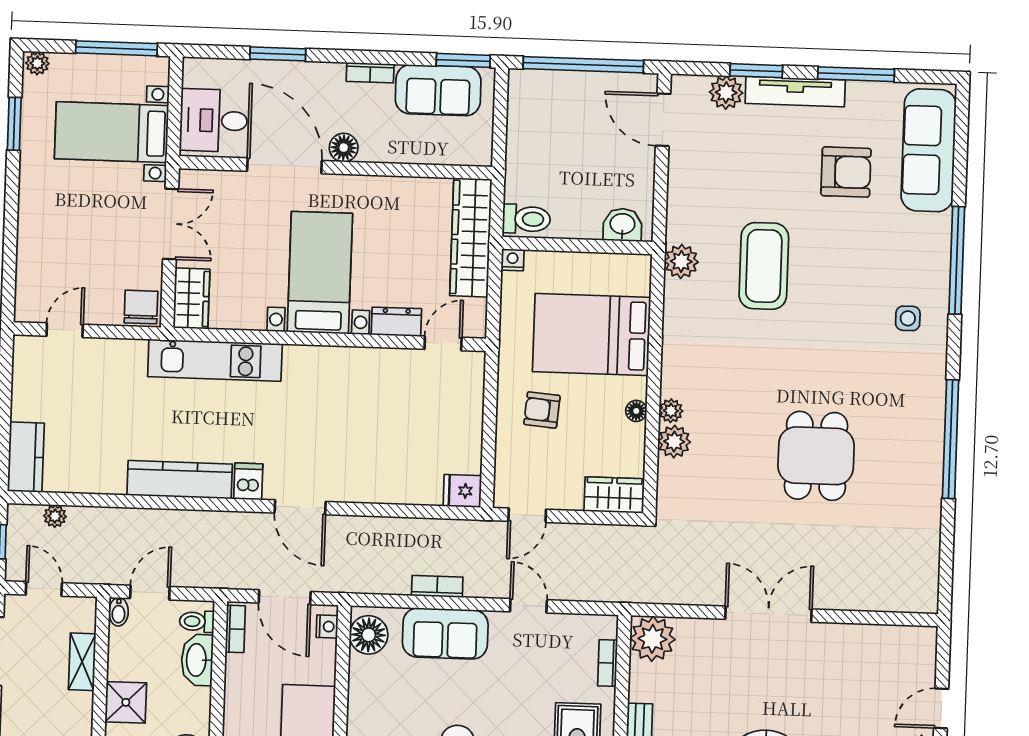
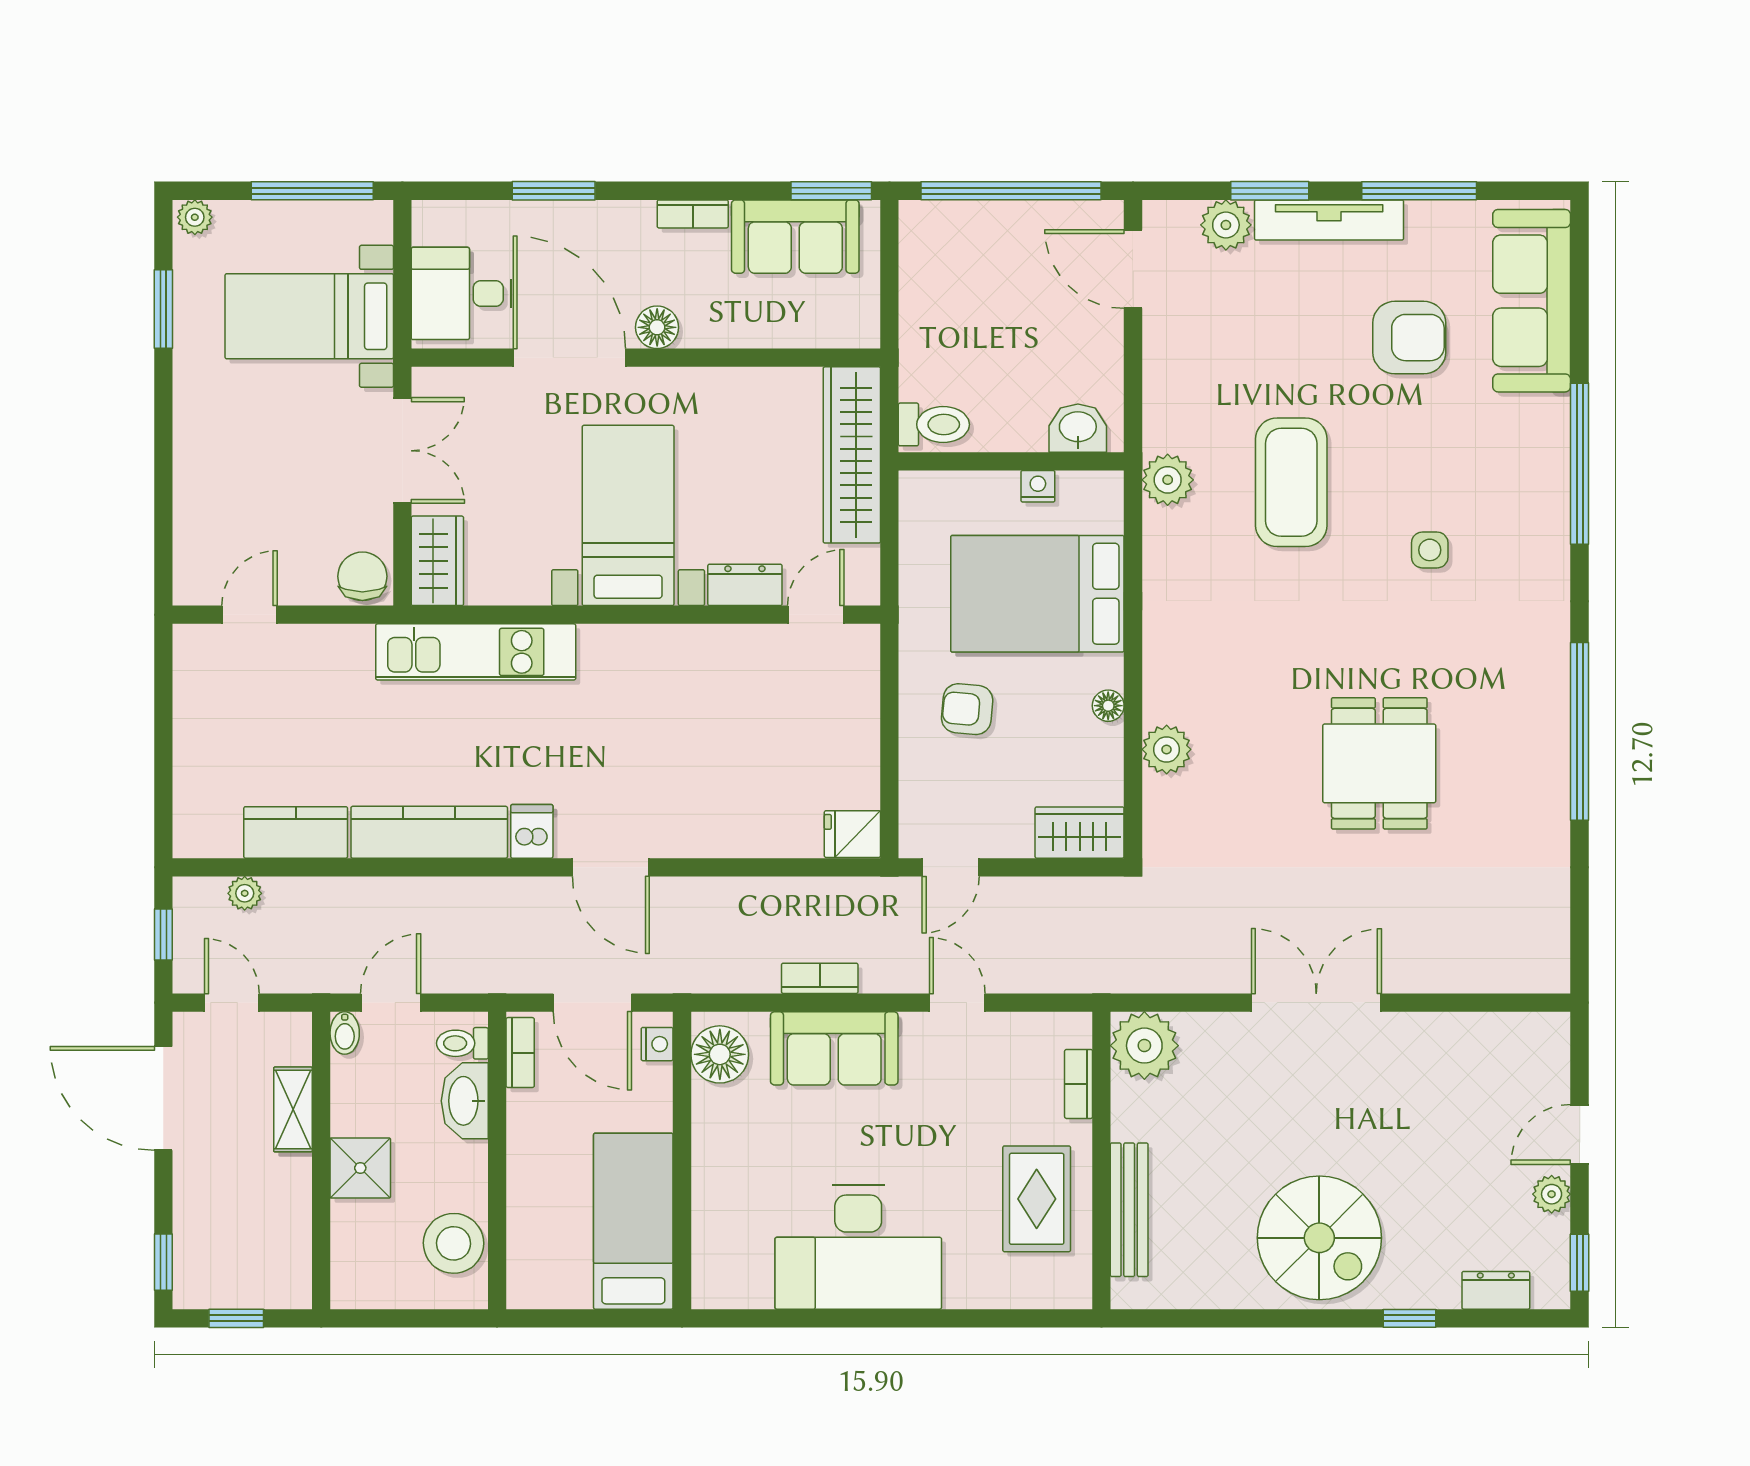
nightstand: (513, 260) -> (1038, 486), moved
side table: (908, 318) -> (1430, 550), moved
plant: (671, 411) -> (1160, 704), removed
kitchen counter: (26, 457) -> (296, 832), moved, turned -90

